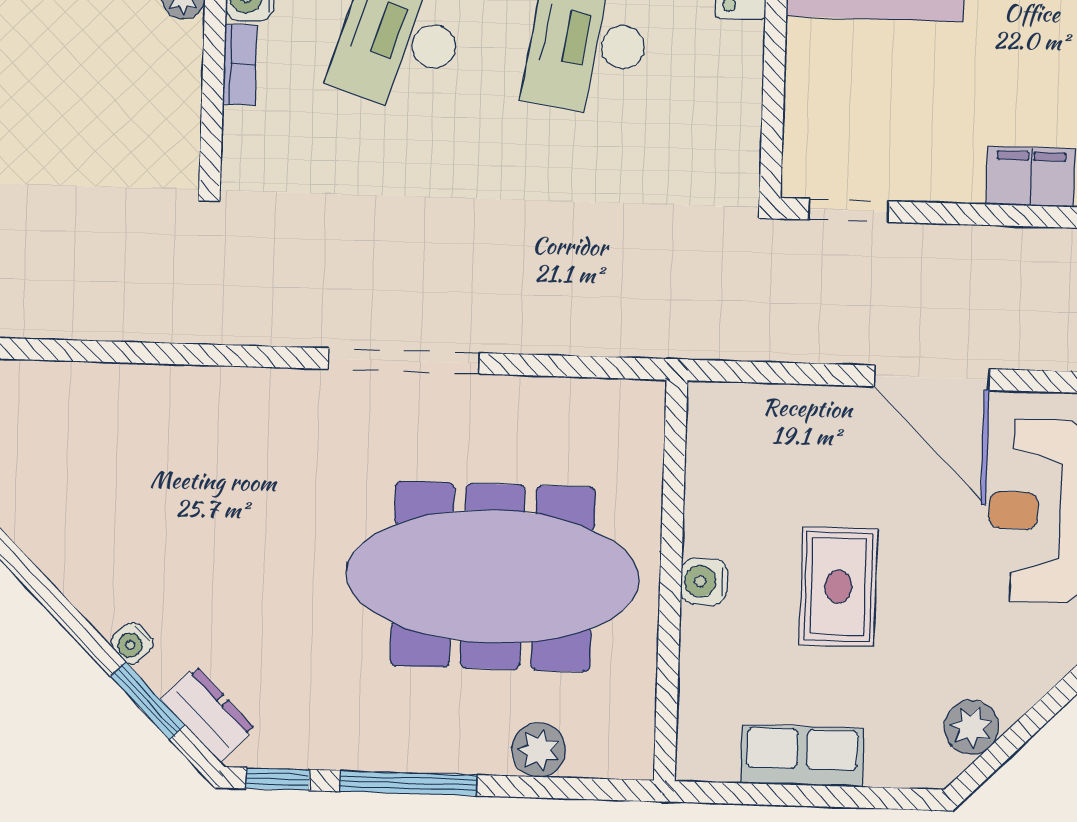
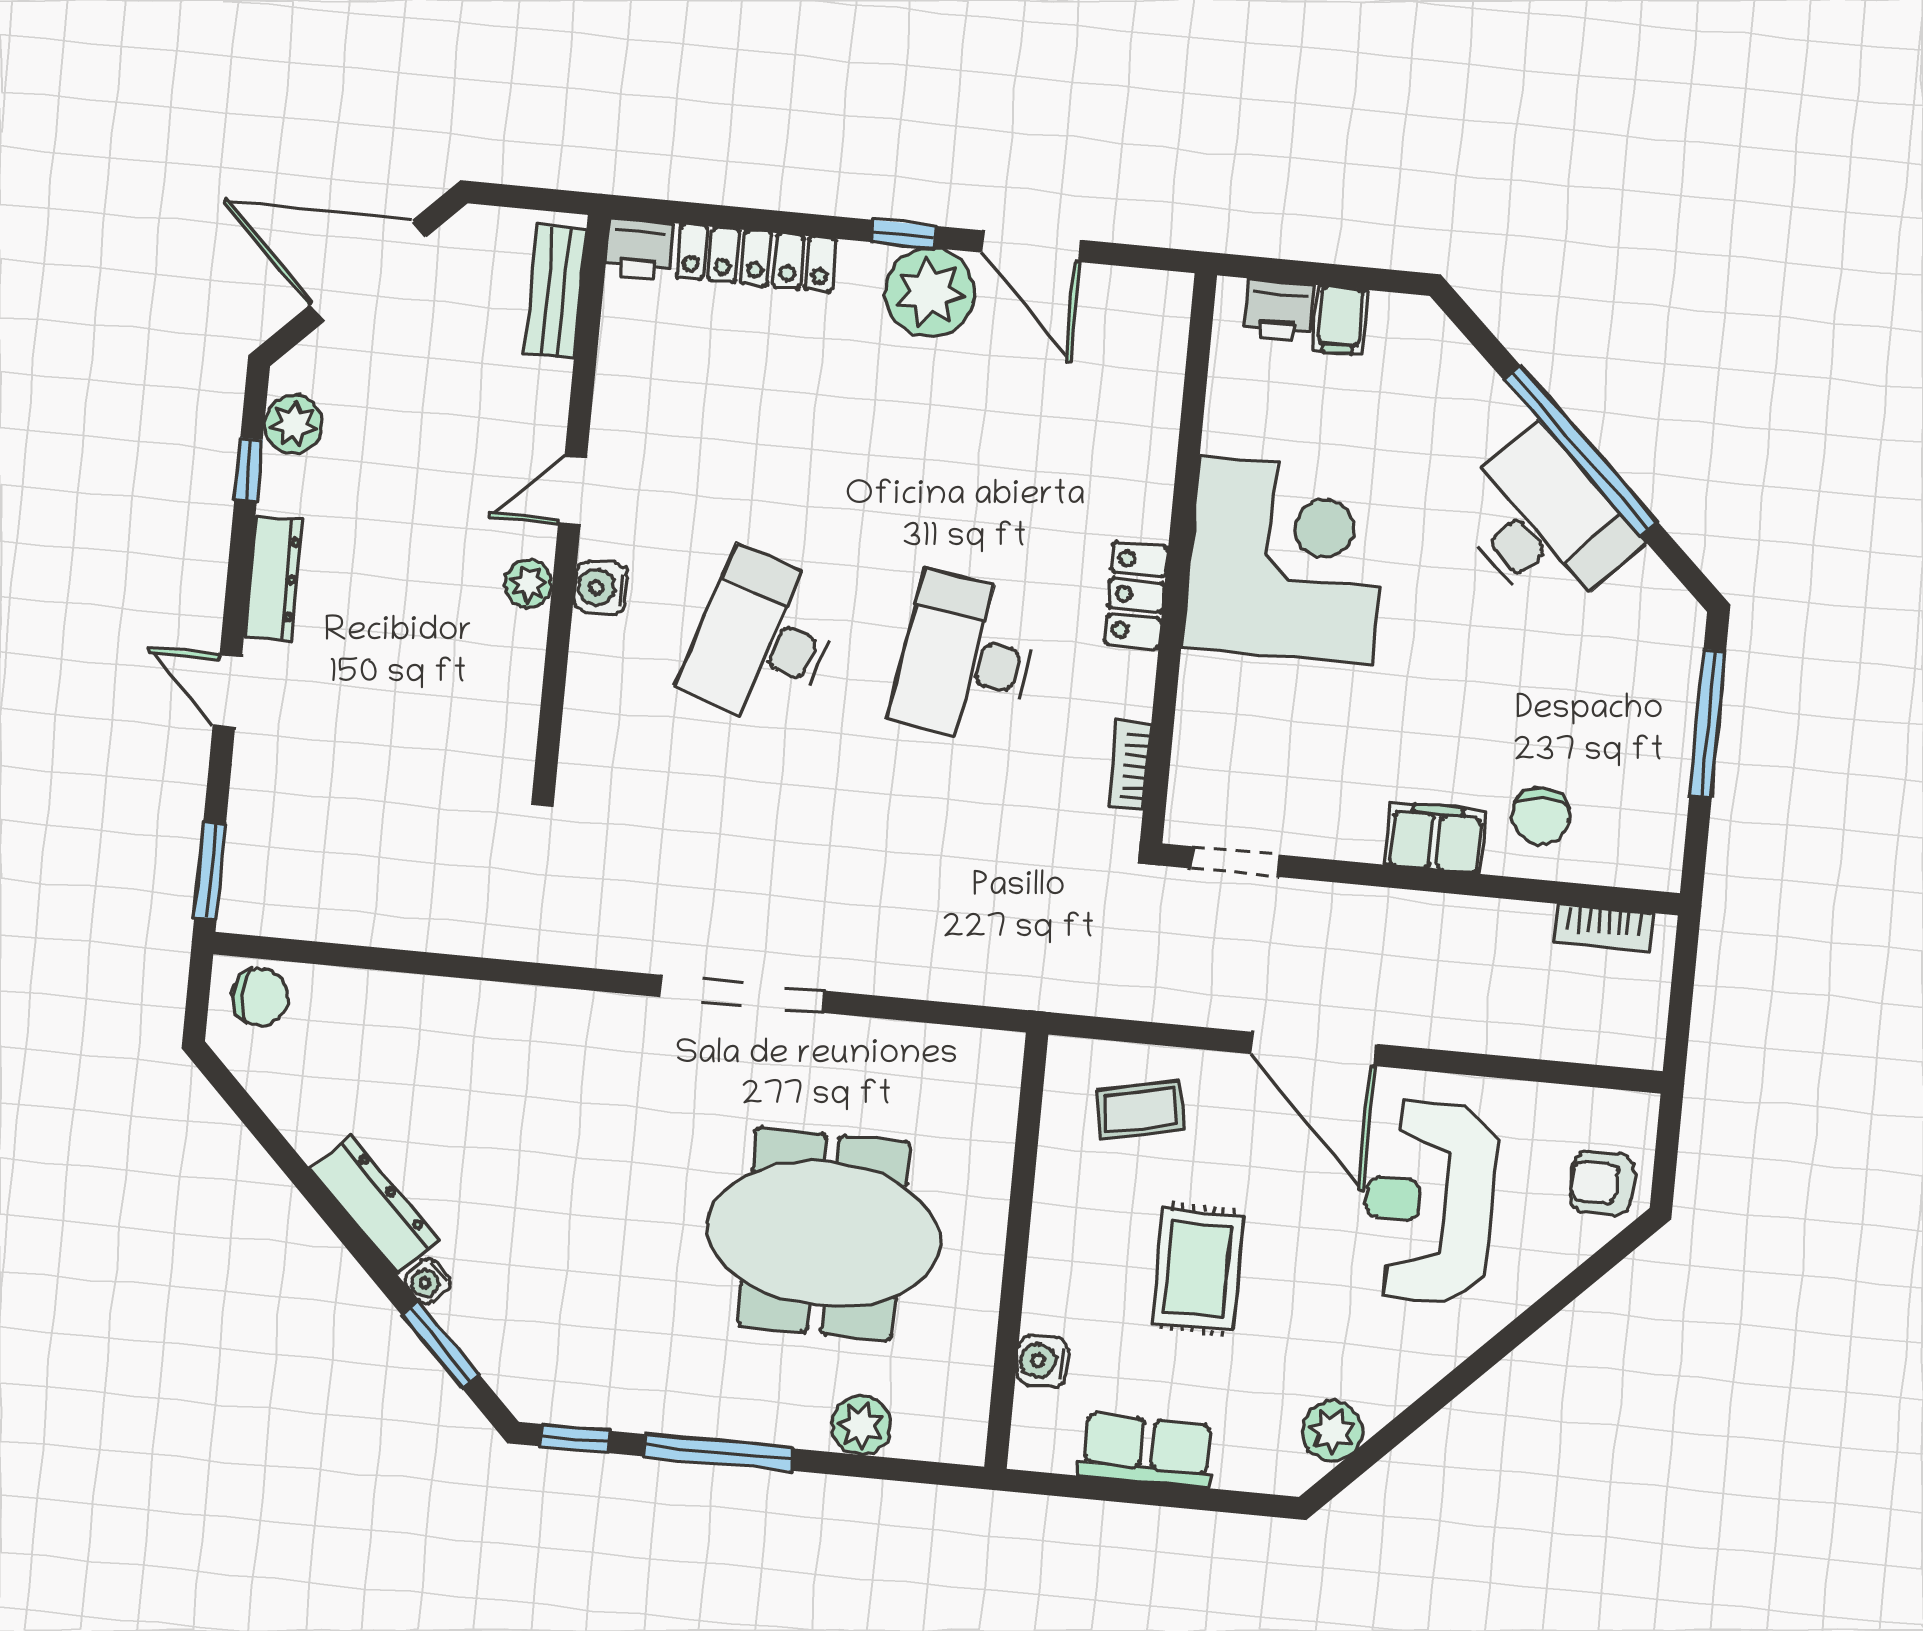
bookcase: (240, 65) -> (1130, 766), moved, turned 180
coffee table: (776, 444) -> (1141, 1110), added
meeting table: (493, 576) -> (824, 1234), width x0.73
water cooler: (704, 581) -> (1042, 1361), moved
dresser: (208, 714) -> (375, 1205), moved, width x1.44

